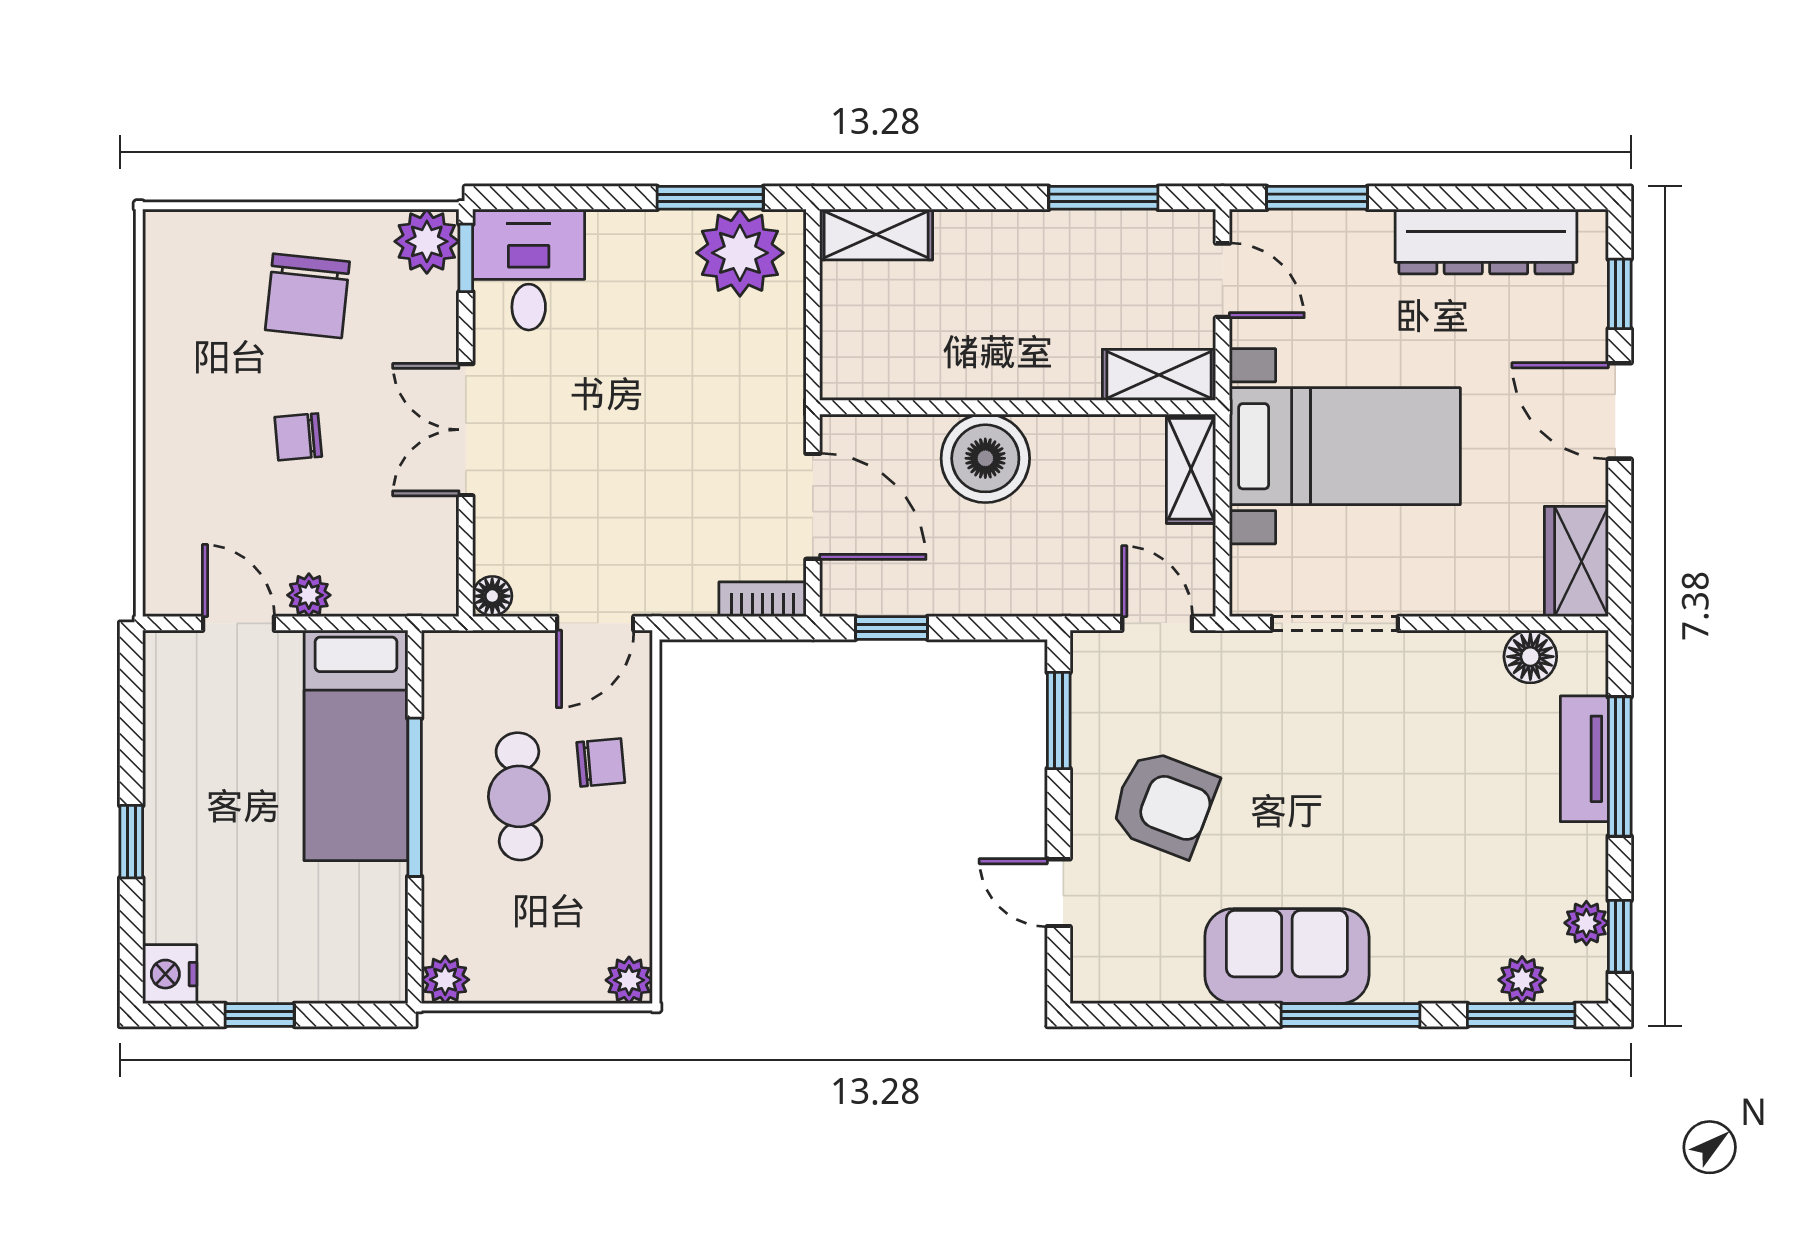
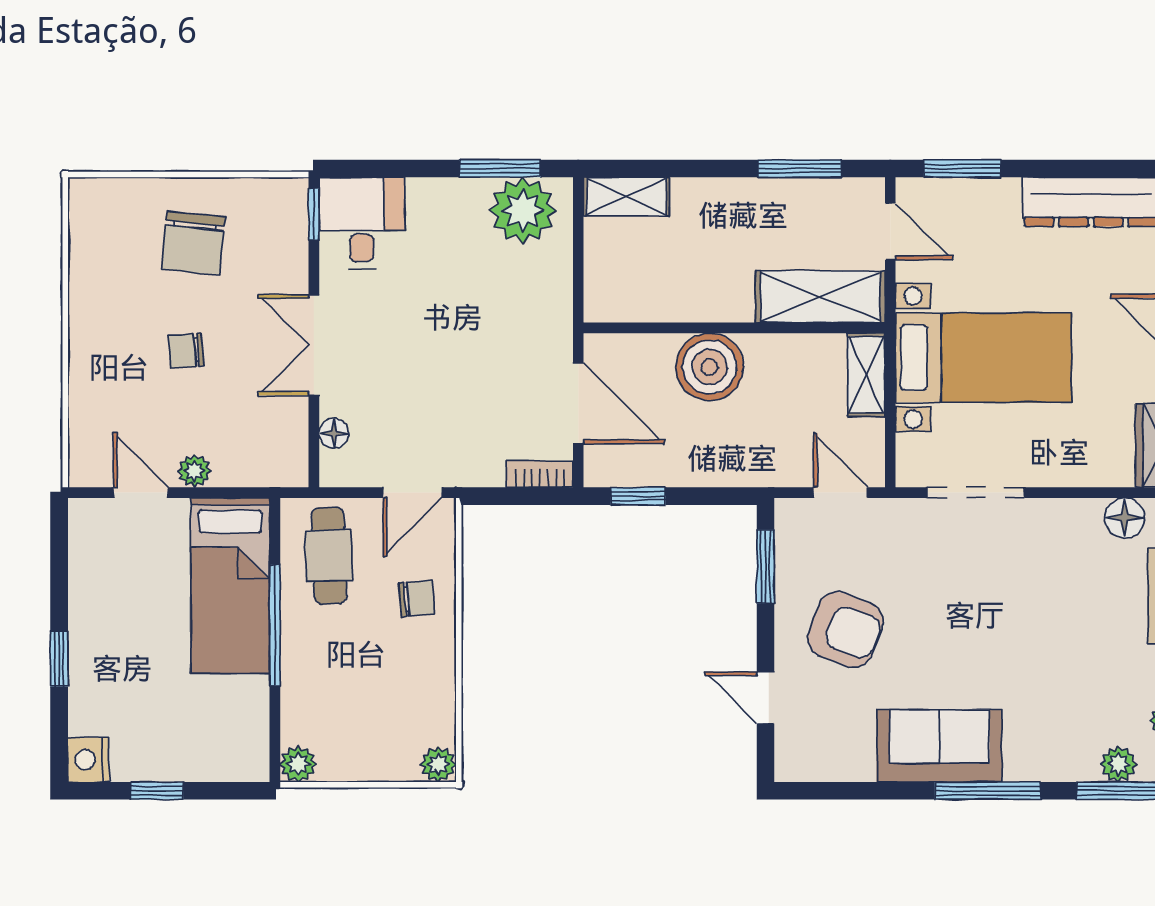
plant: (427, 241) -> (284, 202), removed
shelving: (1159, 375) -> (820, 297), width x1.50, depth x1.33
floor lamp: (492, 596) -> (334, 433), moved
cafe table: (519, 796) -> (329, 556), moved

